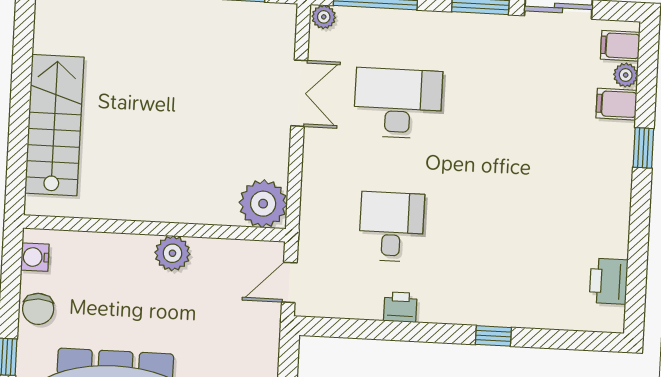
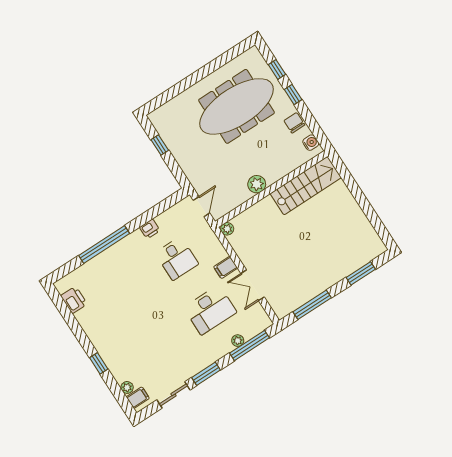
plant: (324, 17) -> (238, 341), moved
filing cabinet: (616, 104) -> (226, 267), moved, turned 180
stairs: (54, 125) -> (306, 186), moved, turned -90
plant: (263, 204) -> (227, 229), width x0.53, depth x0.53
window: (493, 336) -> (104, 244), width x3.17

